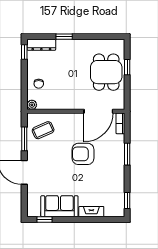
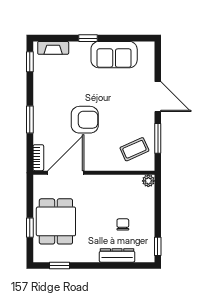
window: (64, 37) -> (60, 266), moved
dresser: (41, 45) -> (117, 255), moved
chair: (39, 84) -> (123, 224), moved
fireplace: (91, 212) -> (53, 48), moved
window: (44, 220) -> (88, 38), moved

